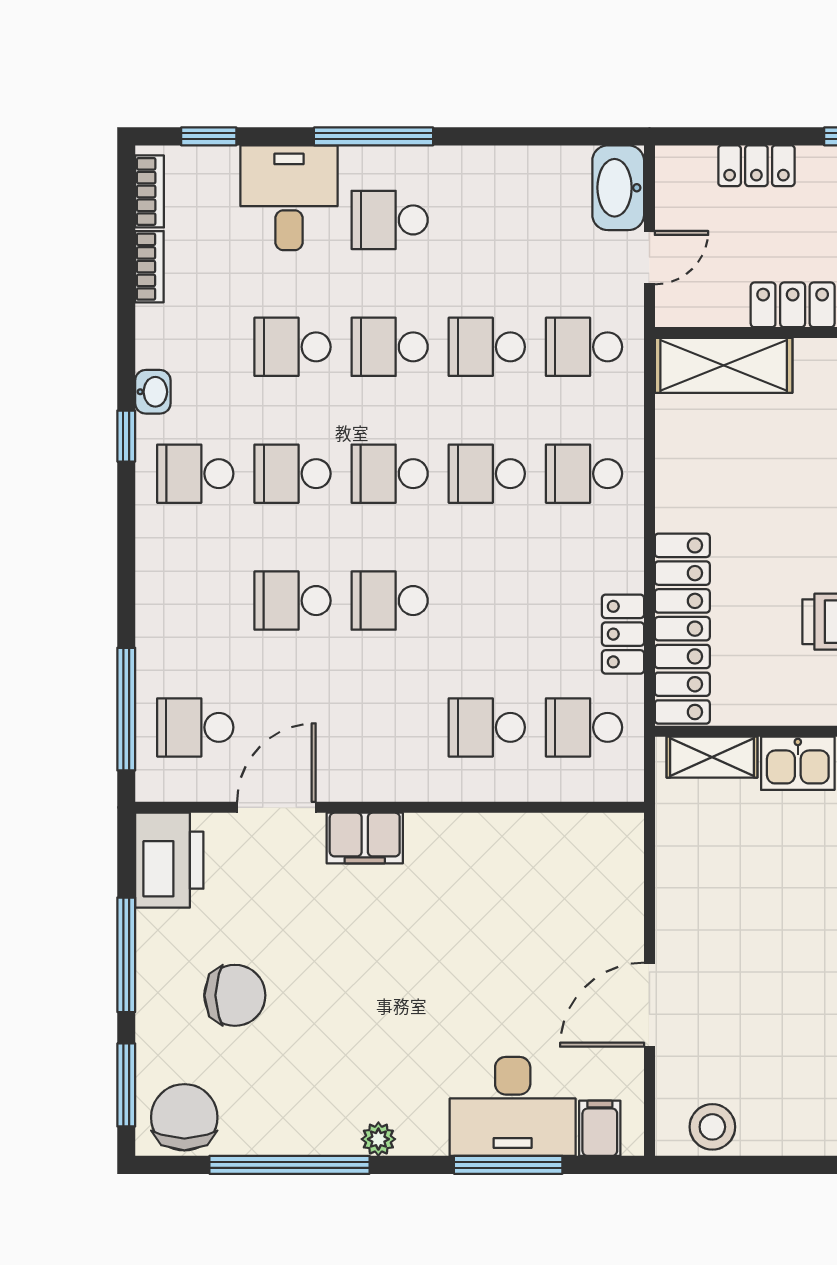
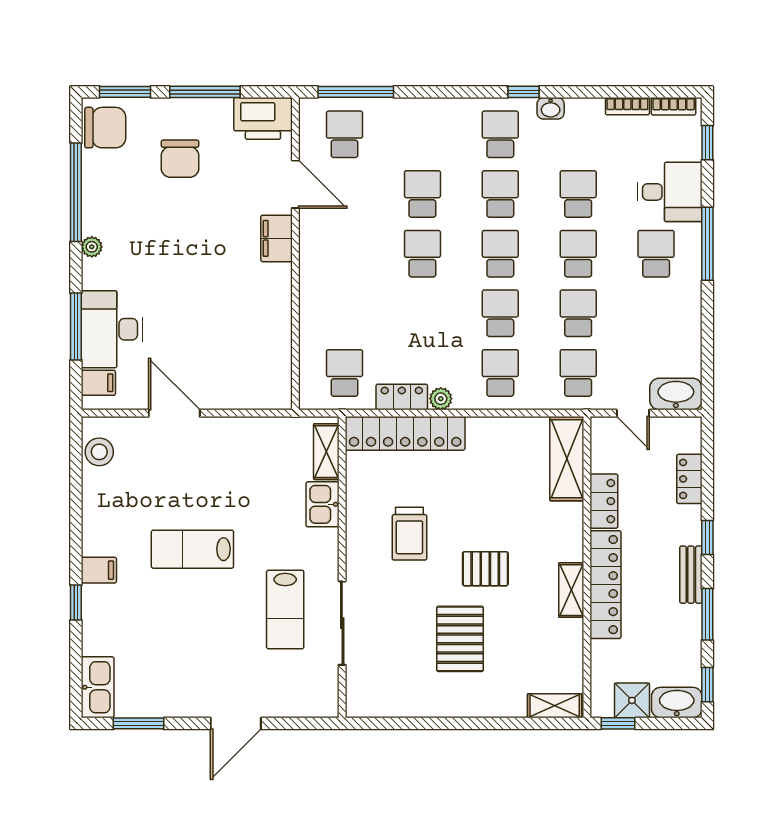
plant: (626, 571) -> (441, 399), added
school desk: (487, 727) -> (345, 313), removed

